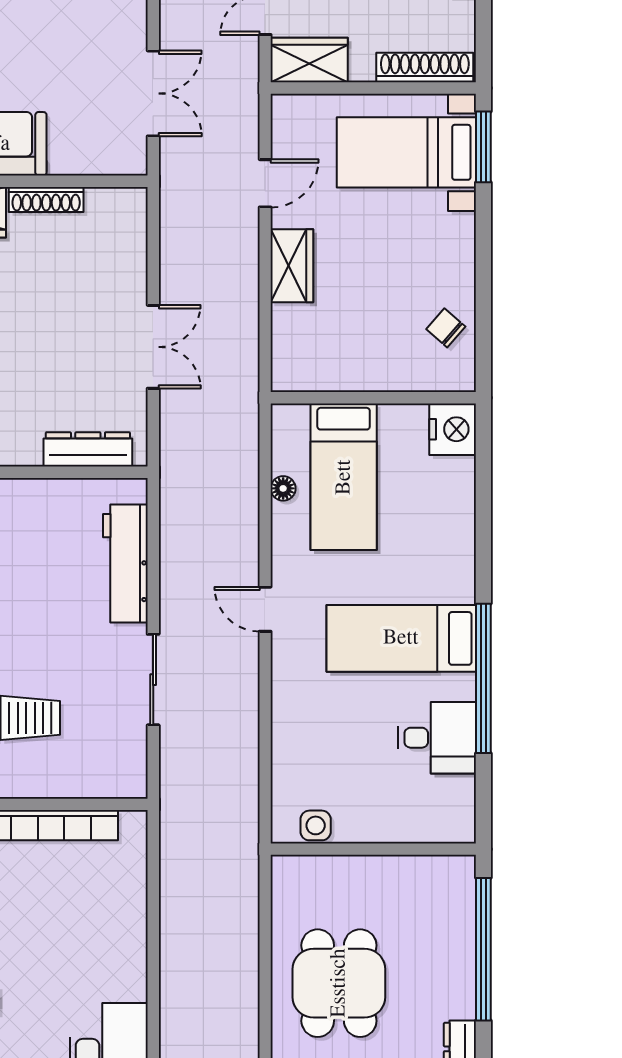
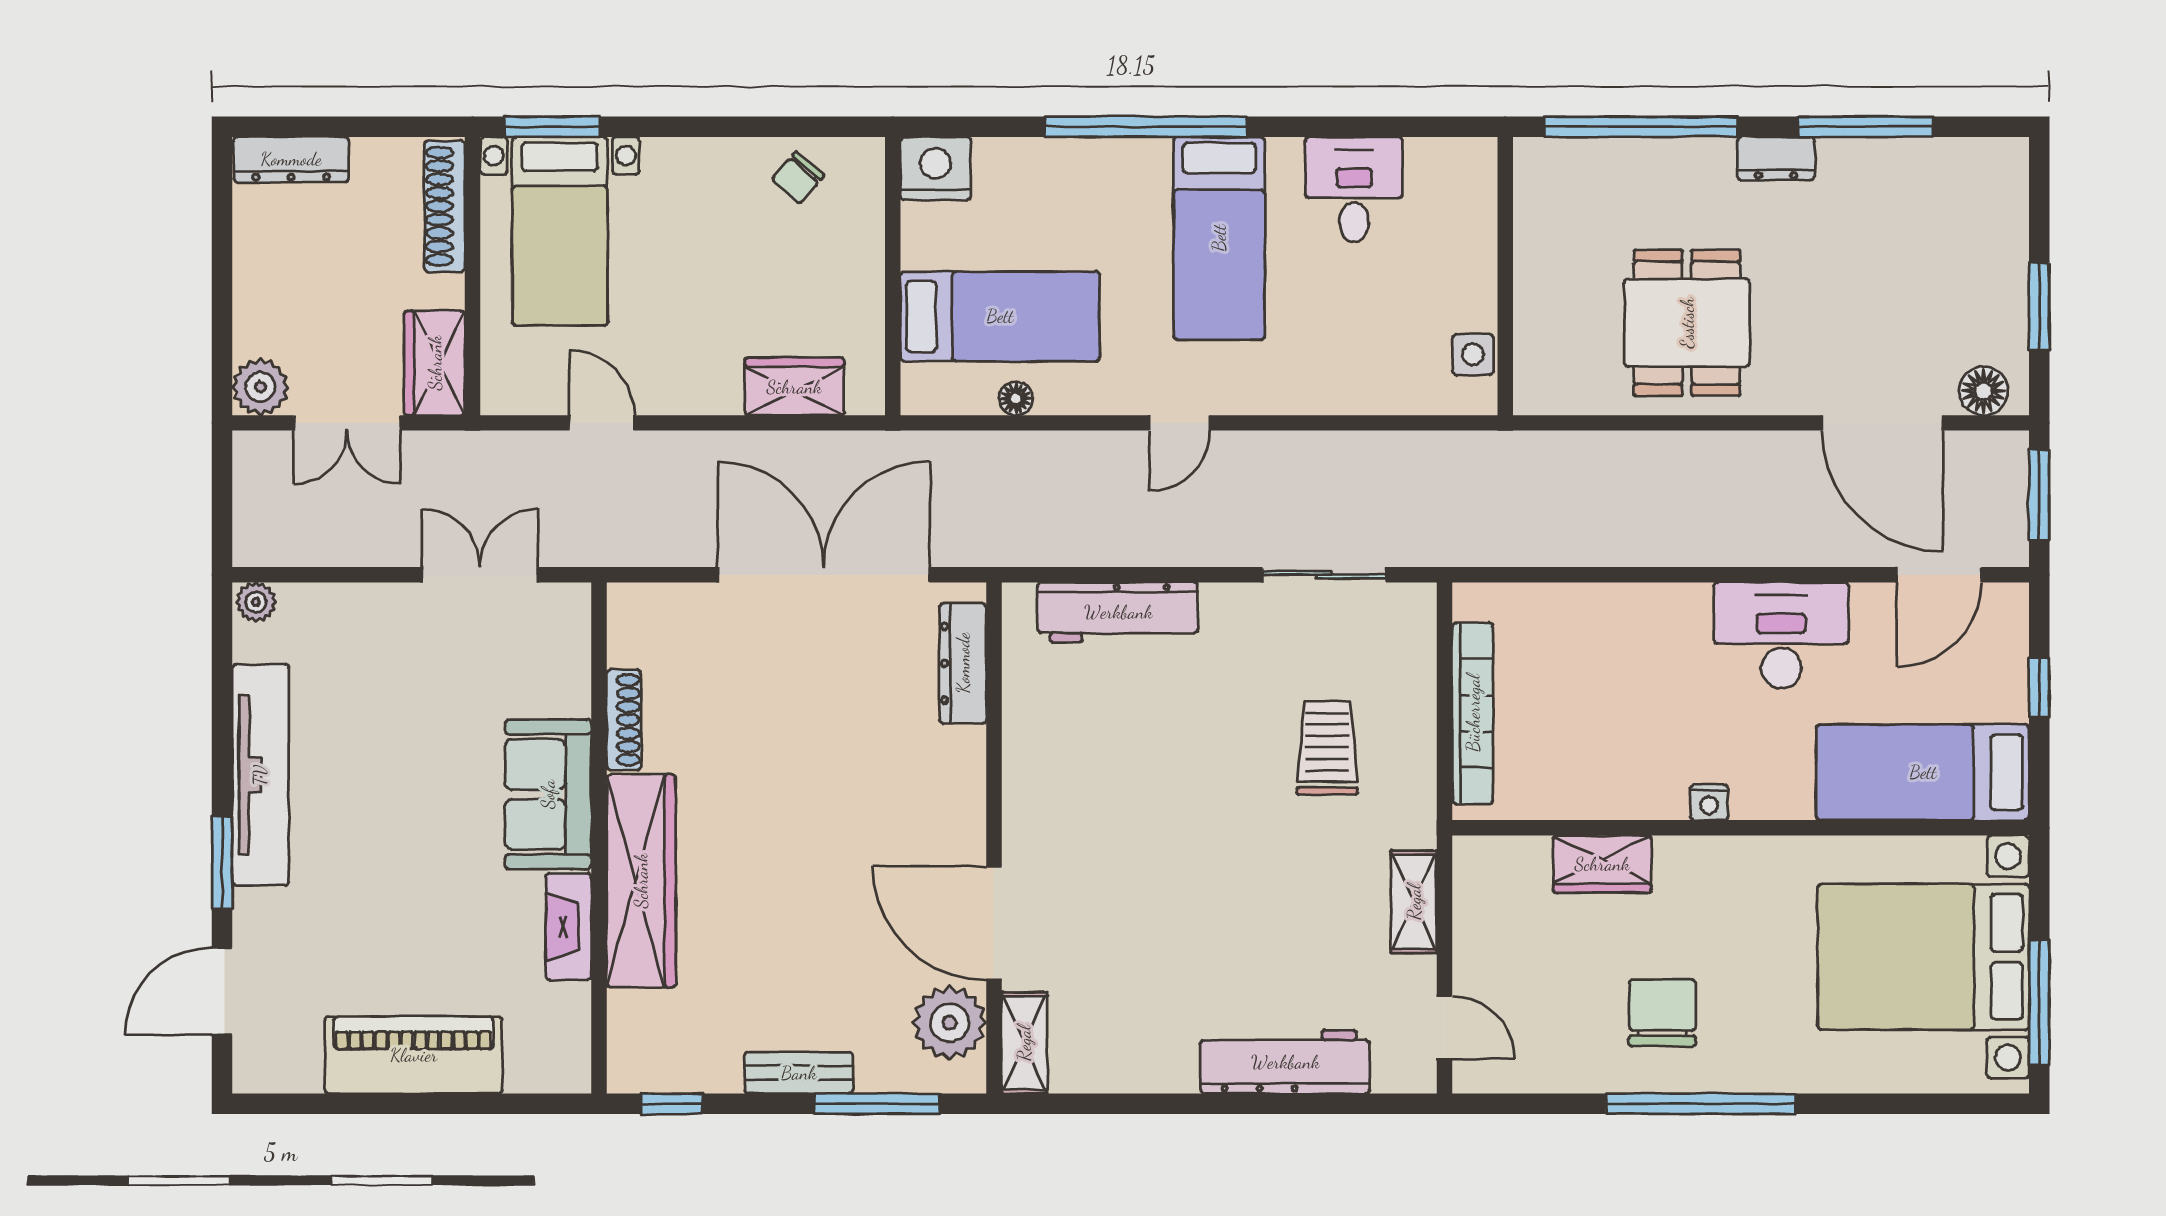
wardrobe: (292, 266) -> (794, 387), moved
double door: (153, 347) -> (824, 575), width x1.87
window: (483, 678) -> (1146, 127), moved
sliding door: (153, 680) -> (1324, 575), moved
dining table: (339, 983) -> (1687, 323), turned 90

